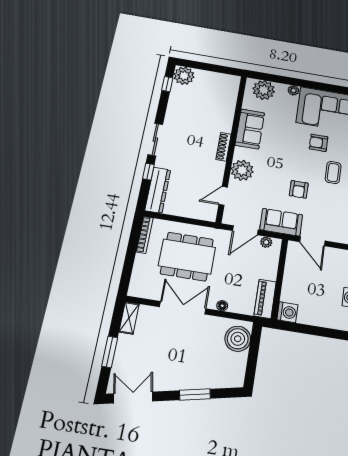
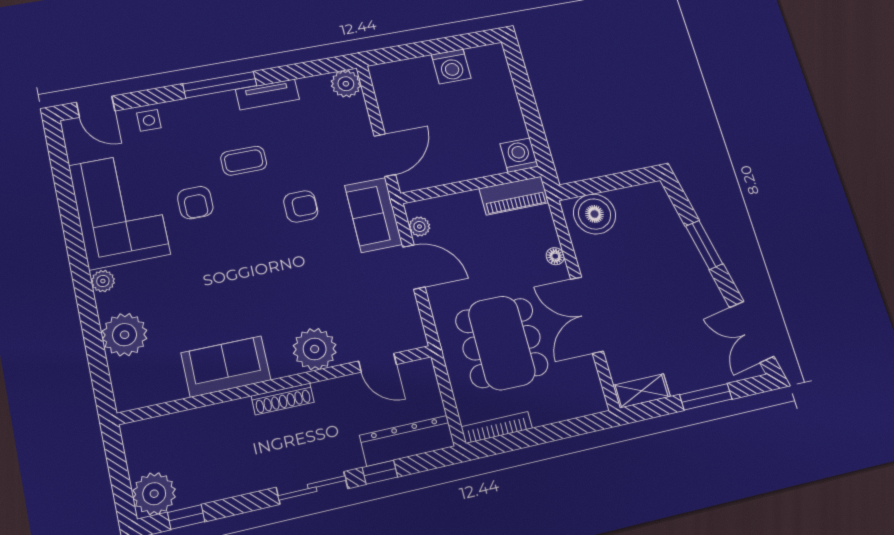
sofa: (250, 129) -> (226, 366), moved
shoe rack: (224, 147) -> (283, 399), moved
wall: (232, 147) -> (277, 384), moved
plant: (242, 170) -> (315, 349), moved
door: (223, 196) -> (378, 363), moved

